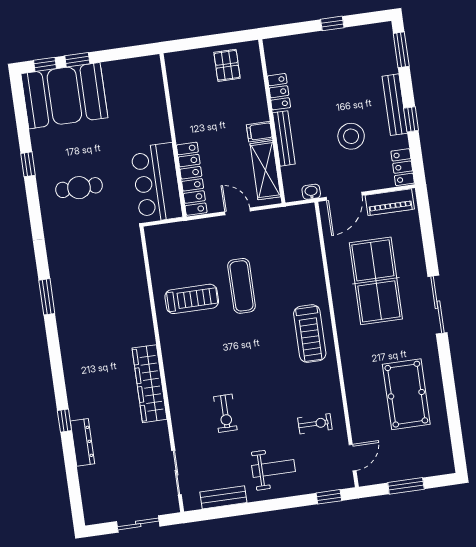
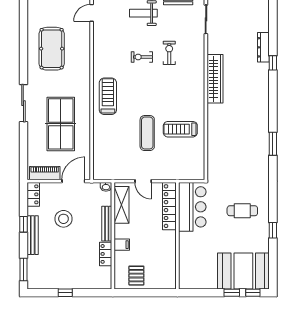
filing cabinet: (259, 132) -> (122, 245), moved
washbasin: (311, 192) -> (106, 187), moved
exercise bike: (315, 424) -> (142, 57), moved

